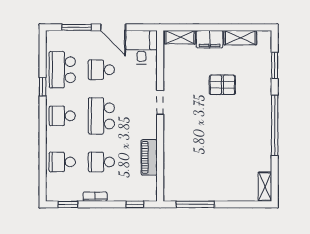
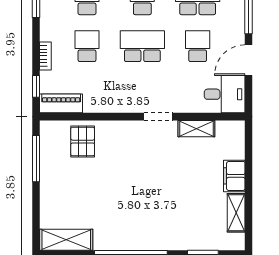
shelving: (180, 37) -> (196, 129), moved, turned 90
pallet: (222, 85) -> (83, 142), moved
piano: (149, 157) -> (61, 103), moved
shelving: (265, 187) -> (66, 240), width x1.50, depth x1.33
bookcase: (95, 197) -> (45, 56), moved

